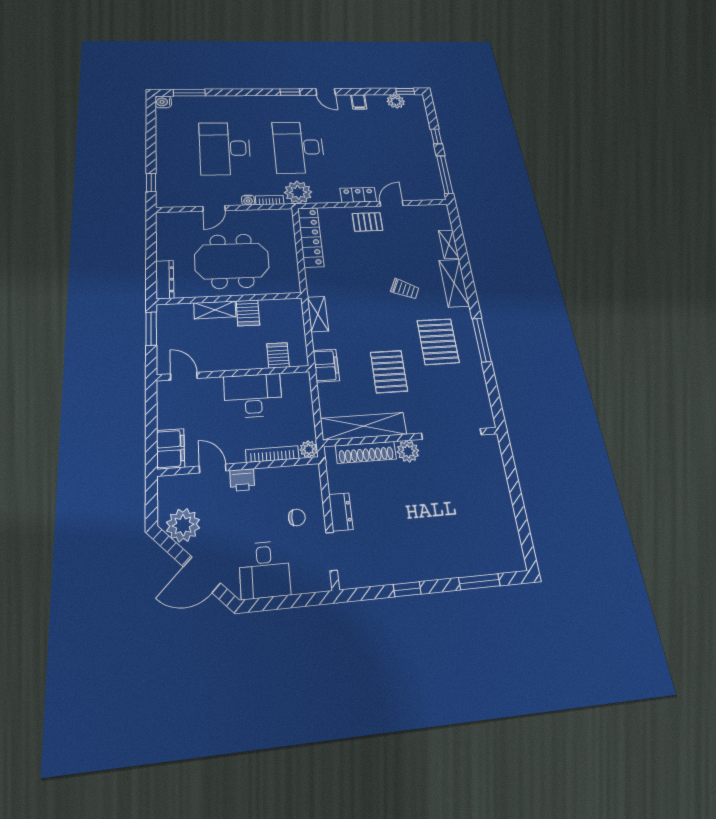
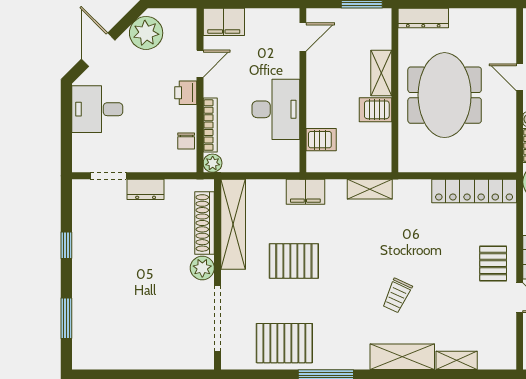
pallet: (438, 341) -> (284, 343), moved
chair: (297, 517) -> (186, 141), moved

